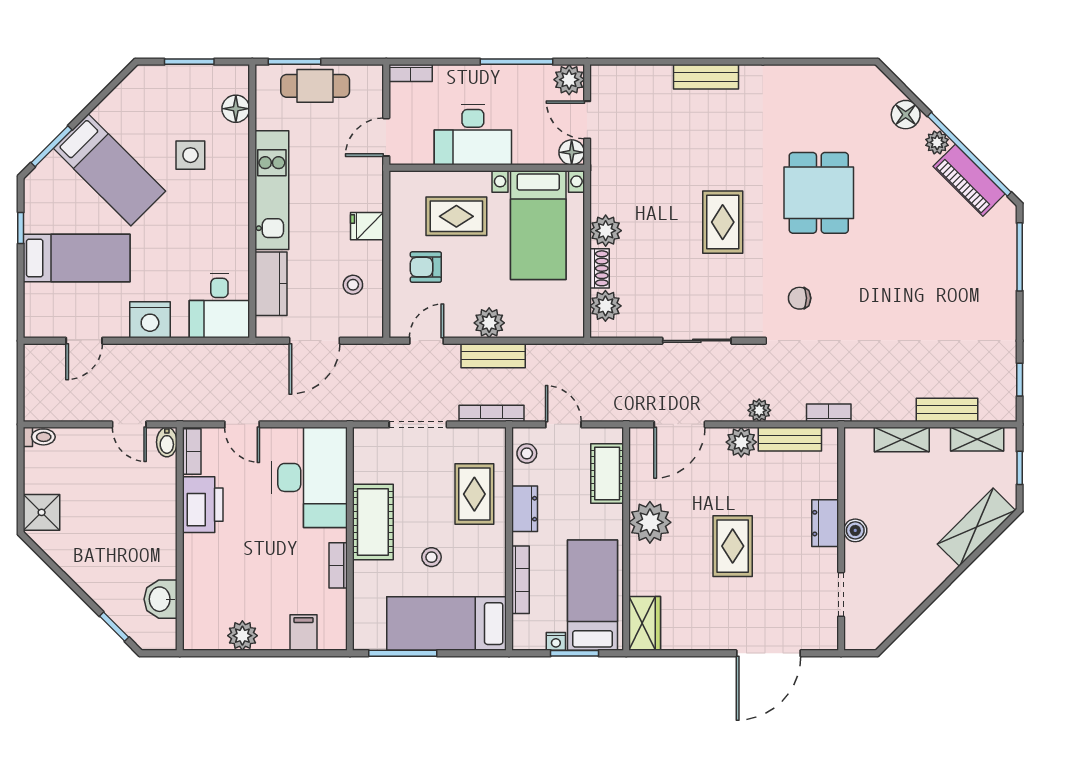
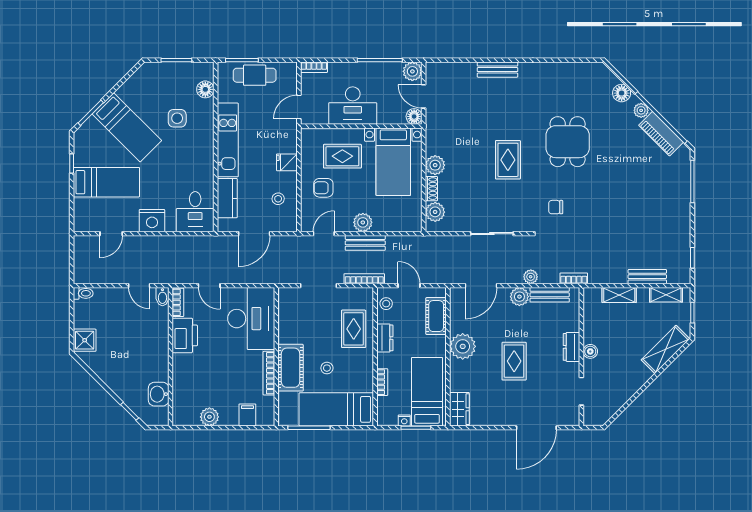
cot: (373, 522) -> (291, 368), moved
bookcase: (338, 565) -> (269, 373), width x1.56
bookcase: (520, 580) -> (382, 382), width x0.64

